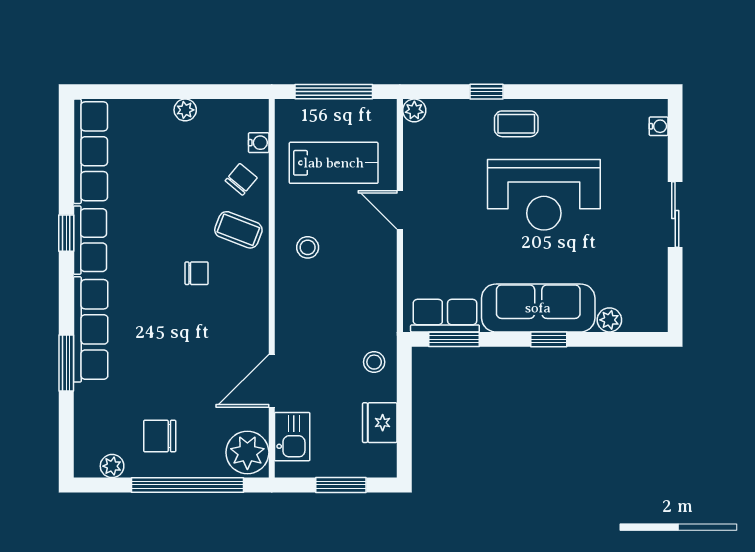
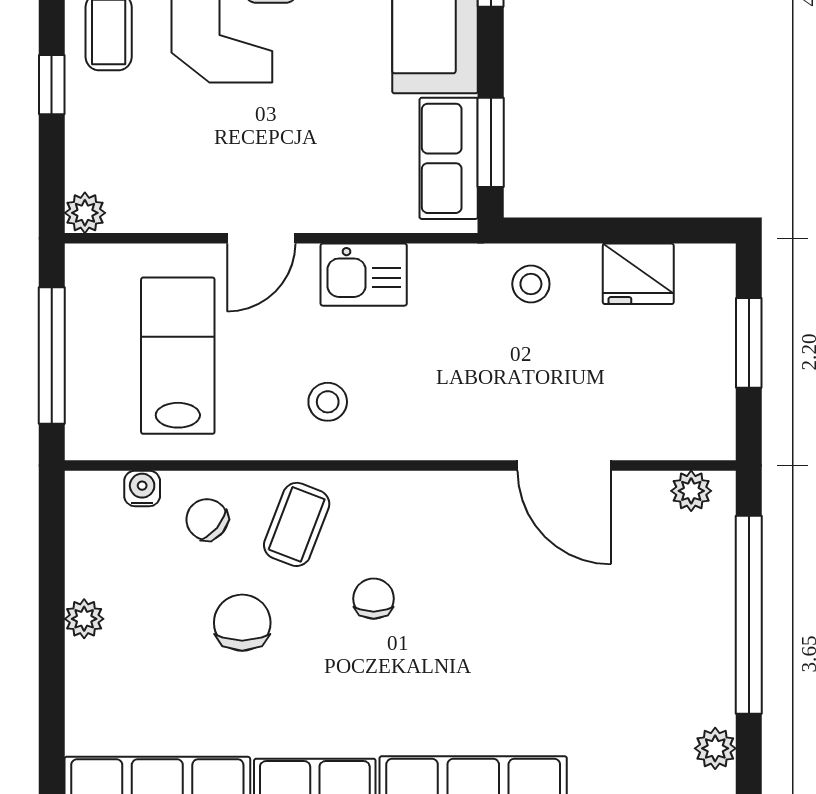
chair: (160, 436) -> (242, 623), moved, turned 180
kitchen sink: (292, 437) -> (364, 275), moved, turned 180
plant: (247, 452) -> (691, 491), width x0.53, depth x0.53

